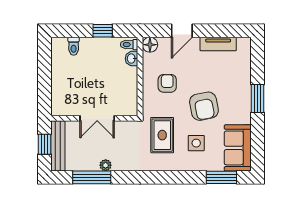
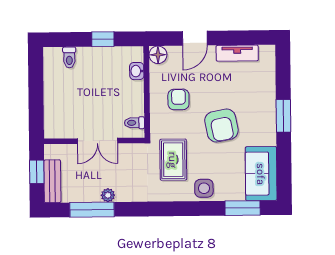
toilet: (129, 45) -> (134, 123), moved
side table: (196, 143) -> (204, 188), moved
bench: (58, 146) -> (52, 181), width x0.73

